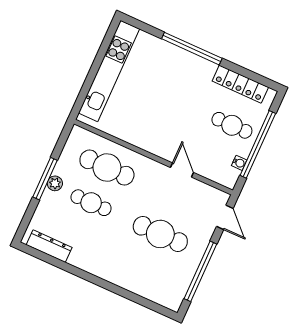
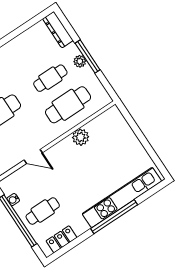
kitchen unit: (109, 71) -> (122, 198), moved, turned 90
locker: (240, 84) -> (61, 239), width x0.66
plant: (132, 134) -> (81, 137), added
dresser: (49, 246) -> (58, 30), moved, turned 90

